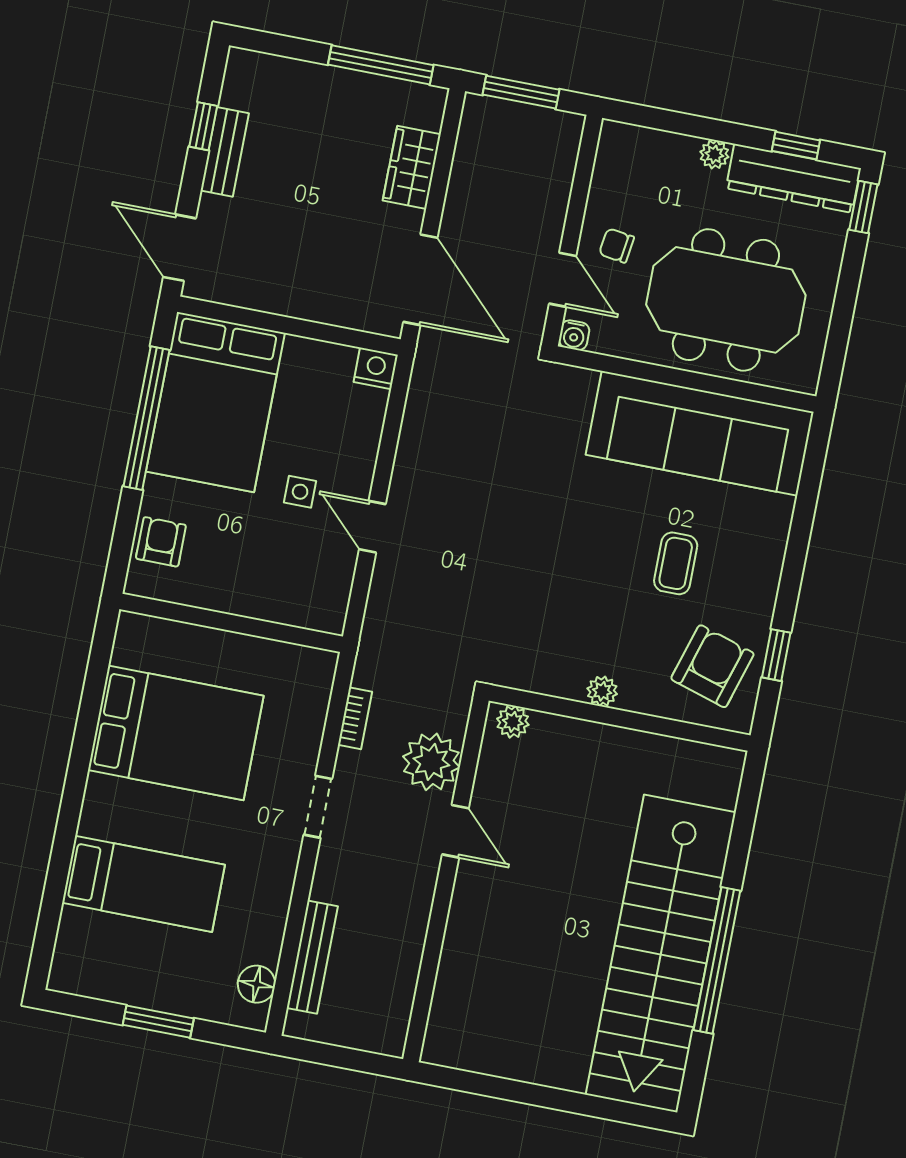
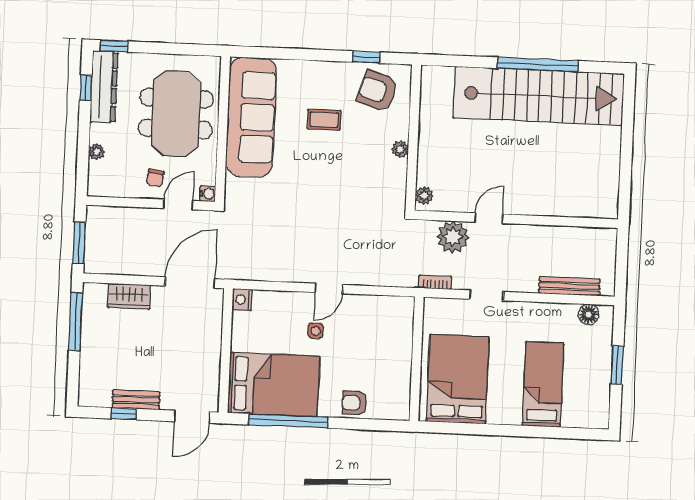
plant: (714, 154) -> (96, 152), moved
wall: (231, 623) -> (417, 359), moved

